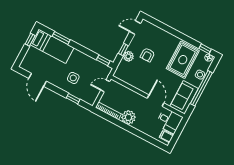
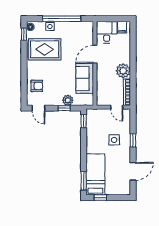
window: (61, 38) -> (84, 181), moved
armchair: (148, 55) -> (37, 86), moved
door: (105, 86) -> (117, 107), moved
sofa: (184, 97) -> (85, 78), moved, turned 90
window: (73, 99) -> (133, 140), moved

